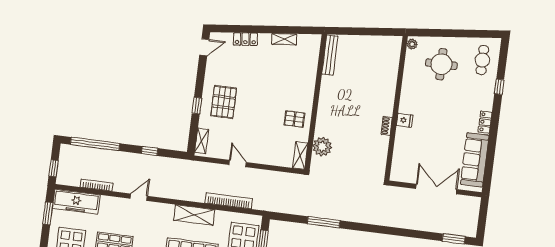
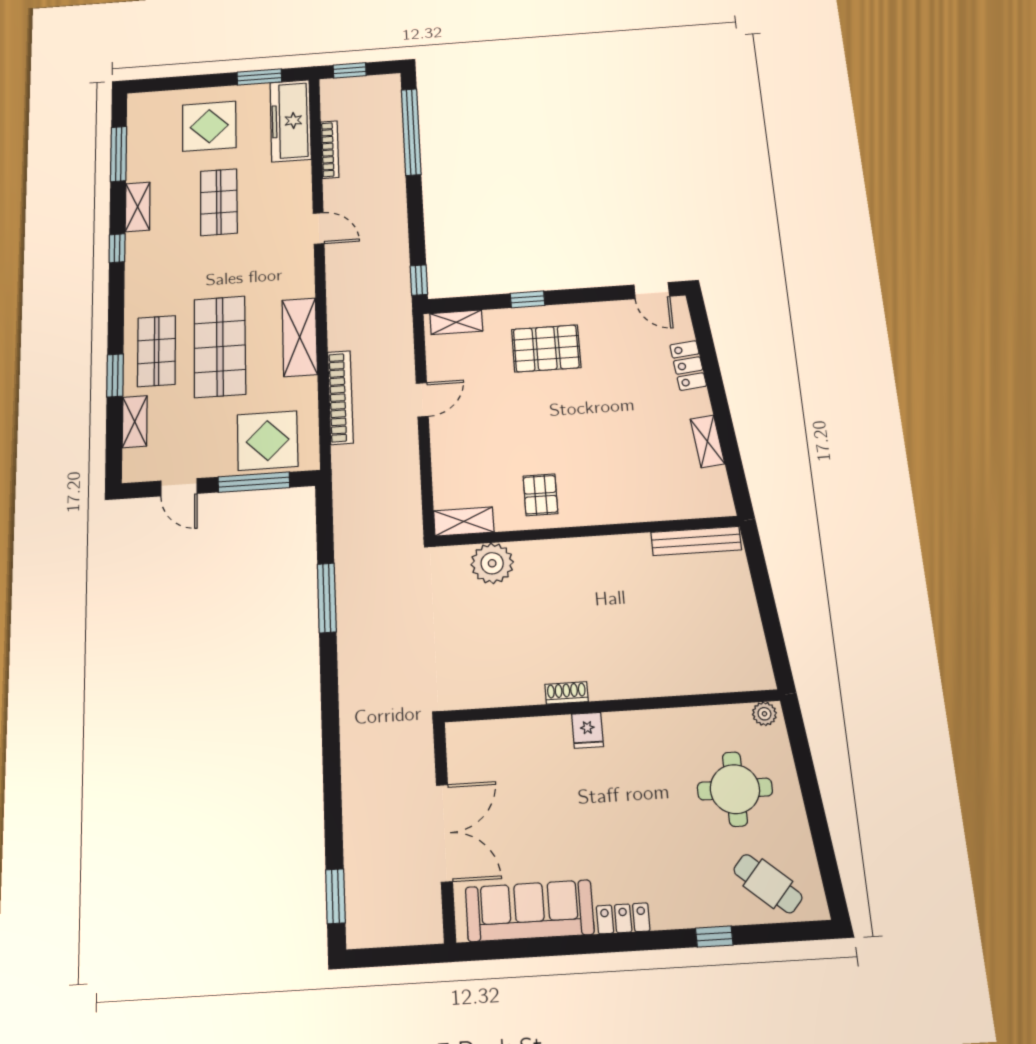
cafe table: (482, 60) -> (768, 884), turned 41
window: (150, 151) -> (419, 280), moved

